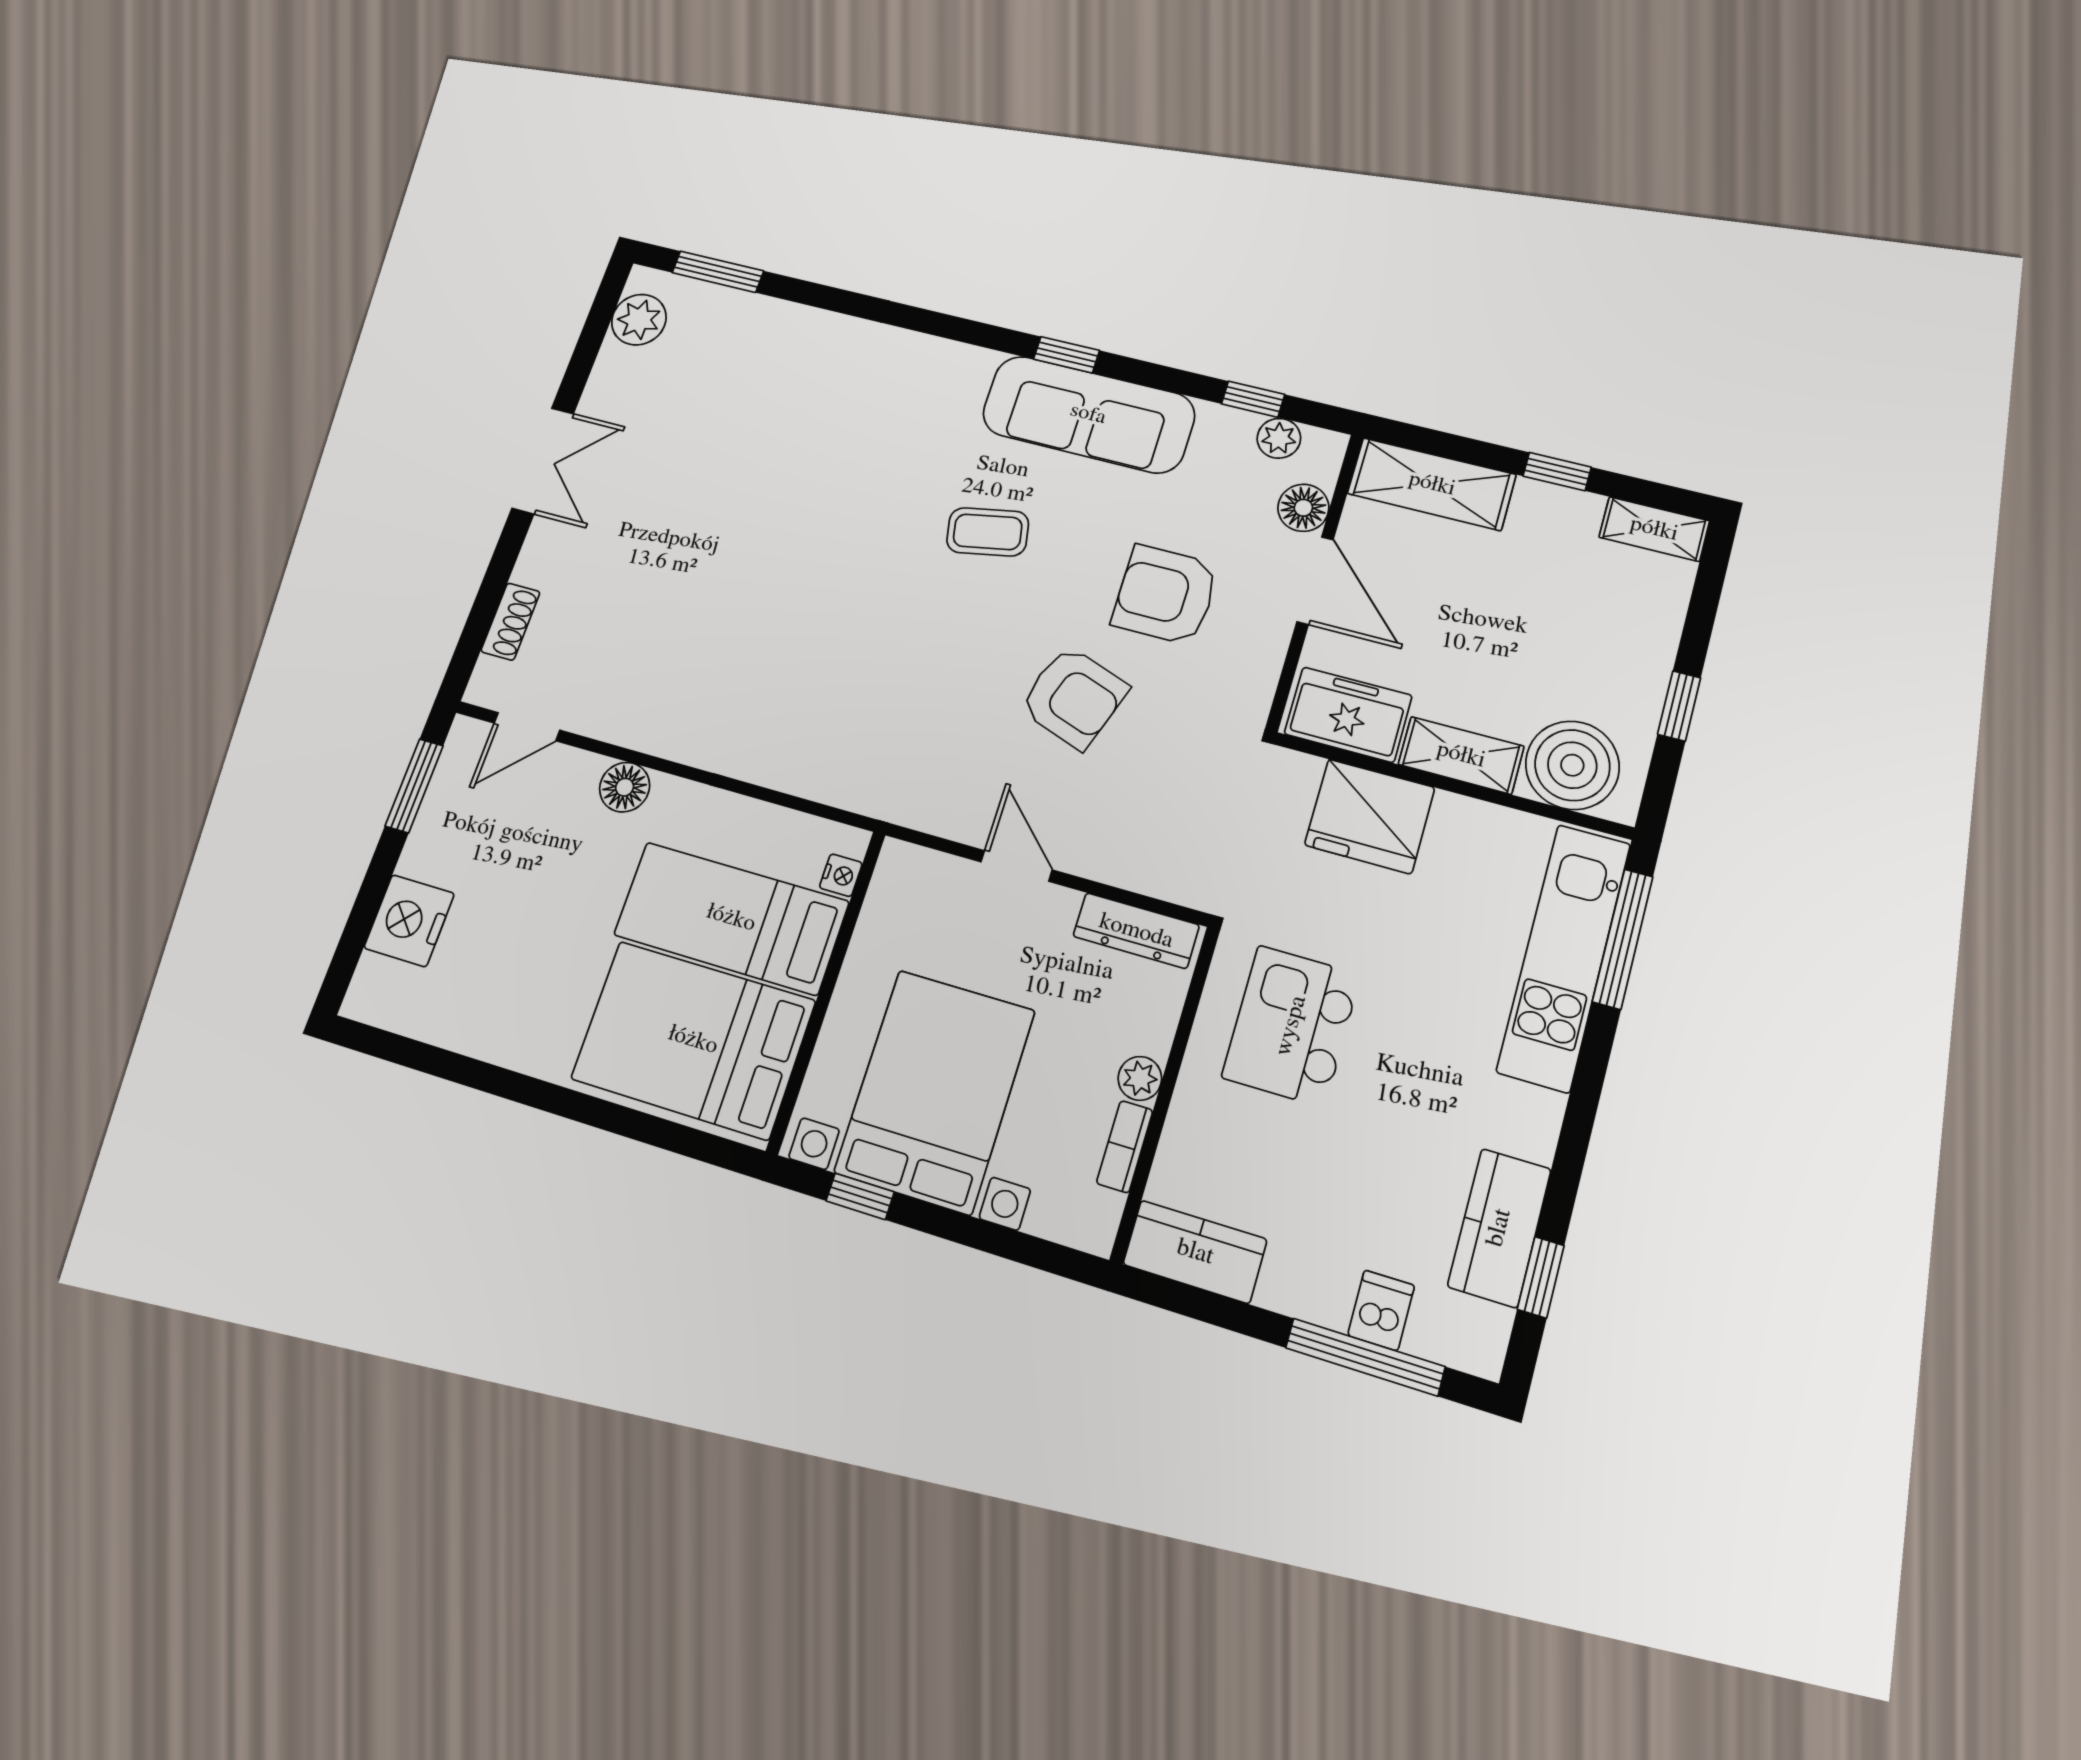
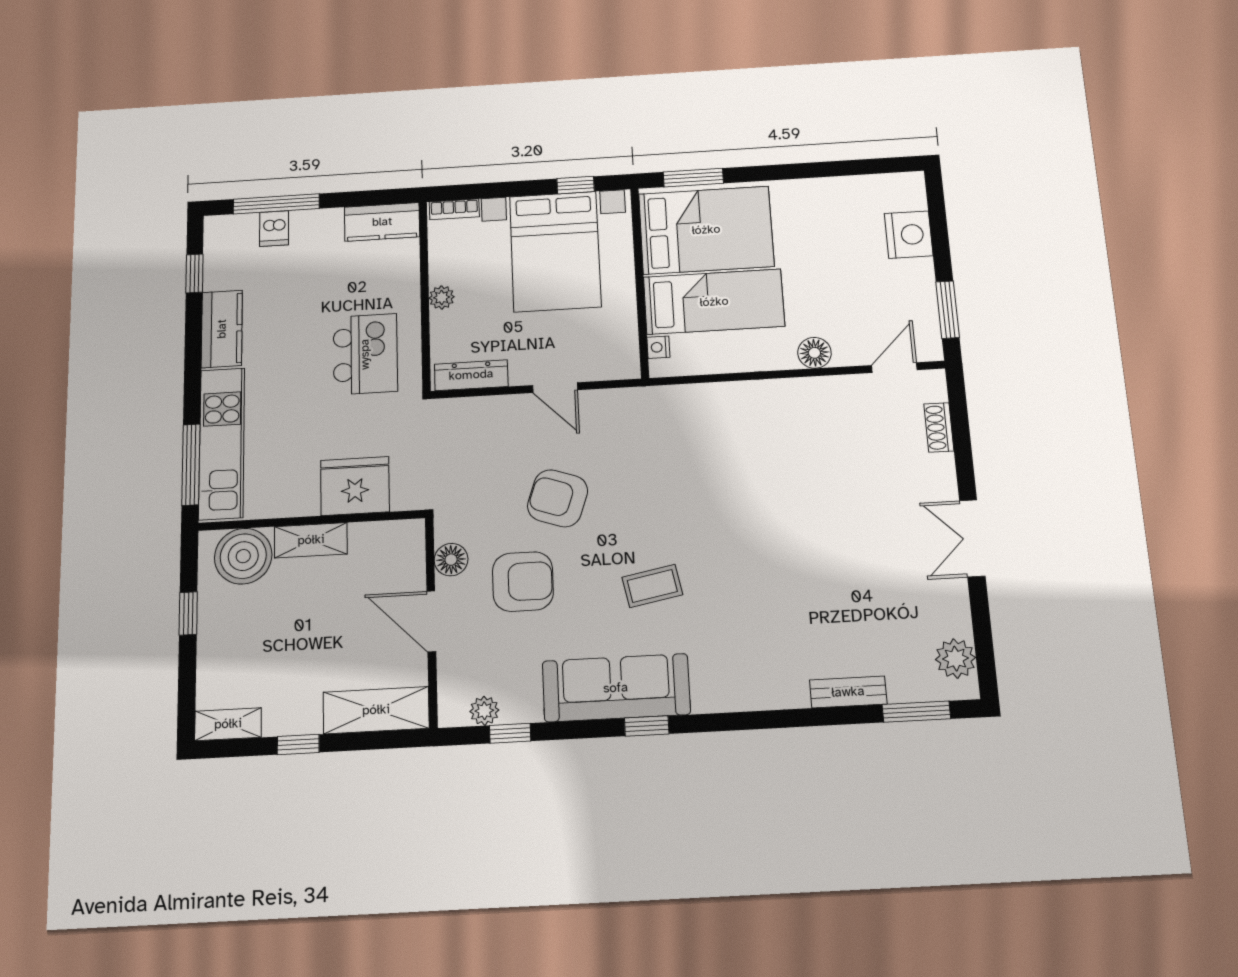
bench: (791, 320) -> (848, 692), added
floor lamp: (1303, 508) -> (451, 560), moved
freezer: (1348, 715) -> (386, 543), removed
window: (675, 1137) -> (693, 178), added
bookcase: (1125, 1147) -> (454, 209), moved, turned 90
kitchen counter: (1499, 1228) -> (222, 329), moved

